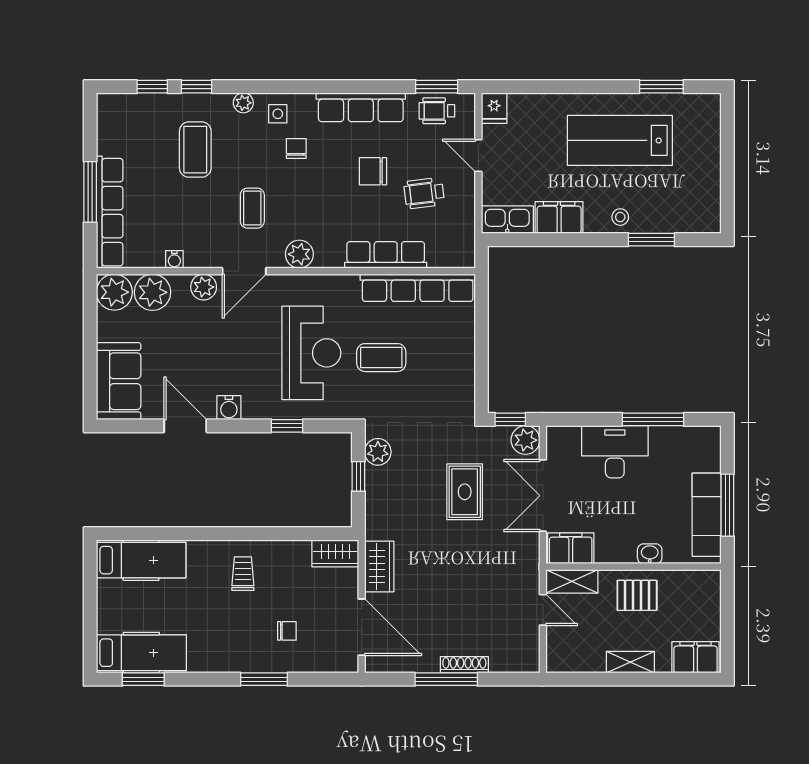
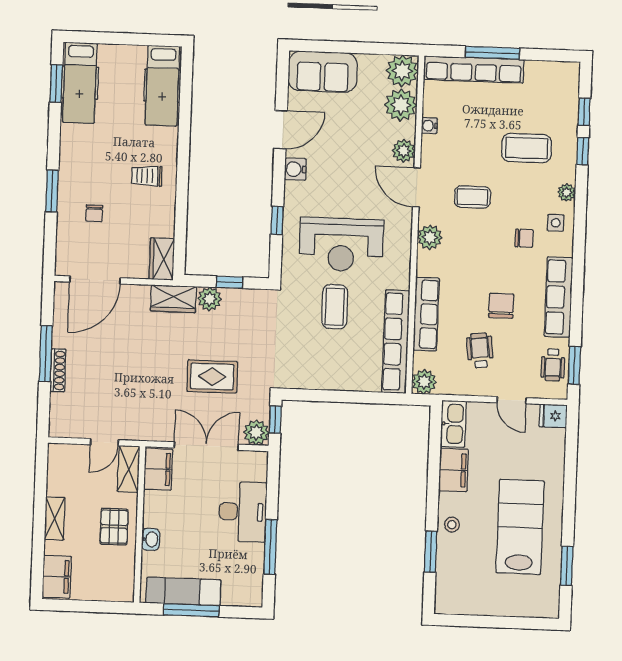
wheelchair: (437, 111) -> (553, 365), turned 180
door: (478, 155) -> (512, 400), swing flipped
plant: (461, 254) -> (424, 382), added
plant: (378, 452) -> (210, 299), moved
wardrobe: (379, 567) -> (173, 299), moved
trolley: (243, 574) -> (147, 176), turned 180

